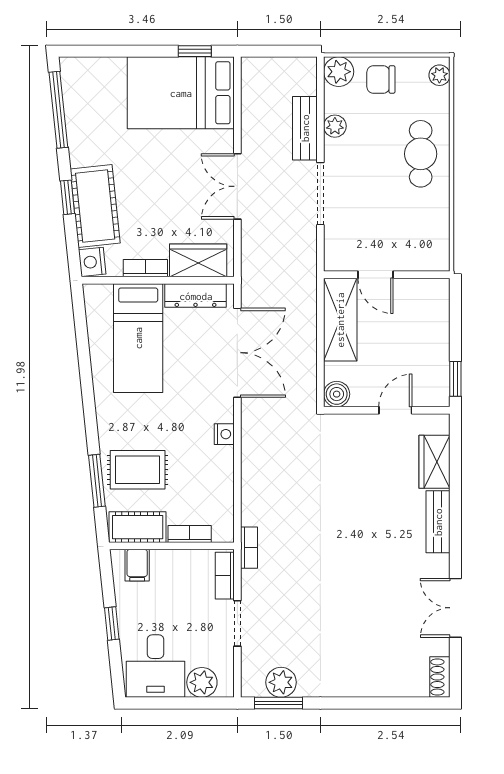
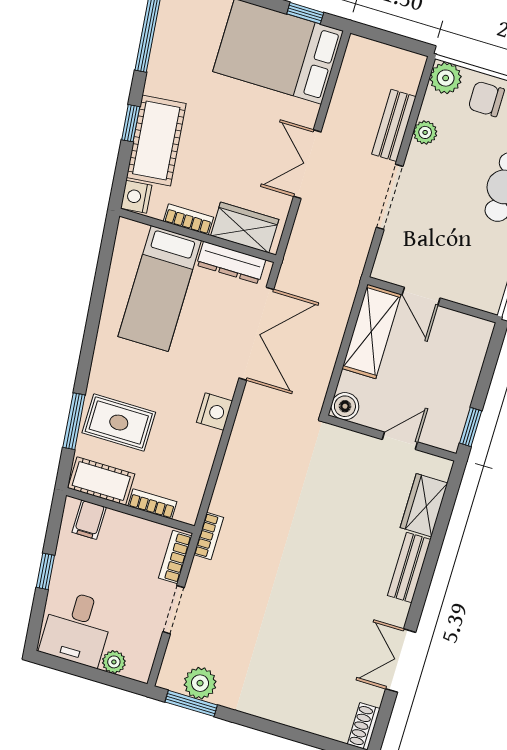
nightstand: (224, 434) -> (214, 412), width x1.39, depth x1.35
plant: (202, 682) -> (114, 662), width x0.73, depth x0.73

